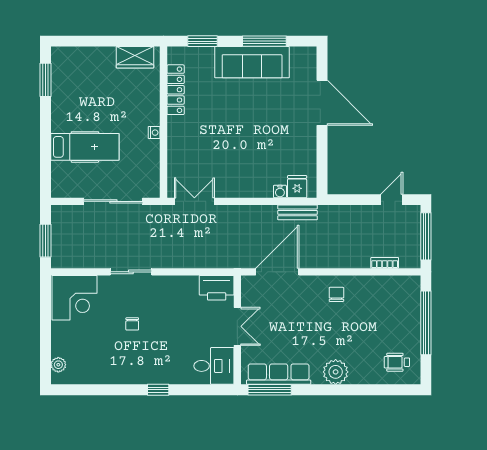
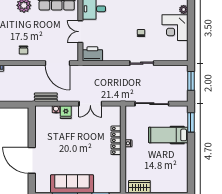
window: (46, 80) -> (191, 122), moved
locker: (176, 90) -> (116, 140), moved
fridge: (297, 187) -> (66, 112), moved
double door: (194, 201) -> (90, 104), moved
door: (277, 272) -> (57, 63), hinge flipped
corner desk: (74, 298) -> (175, 28), moved, turned -90

